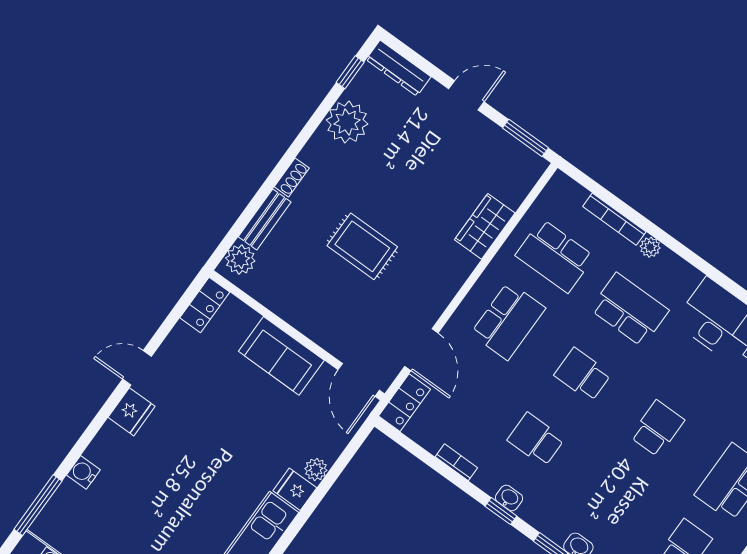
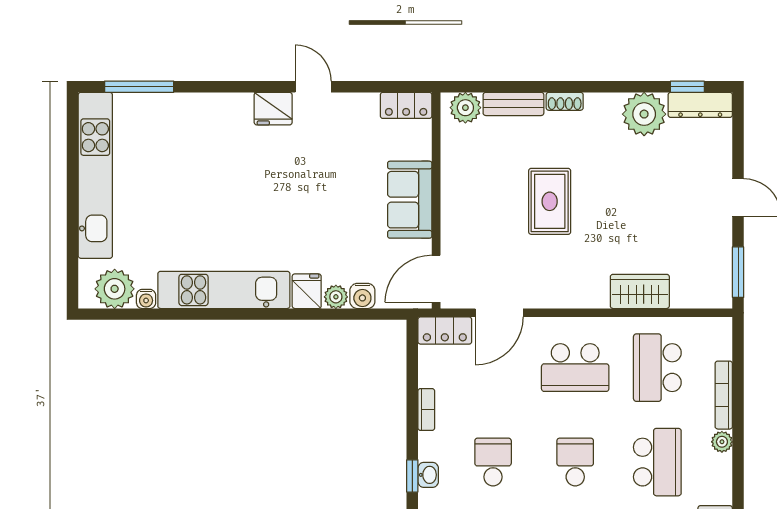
dresser: (398, 68) -> (700, 105), moved, turned -90
water cooler: (83, 472) -> (362, 296), moved, turned 180

